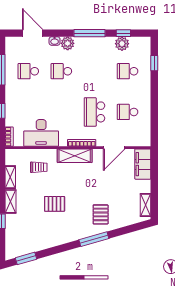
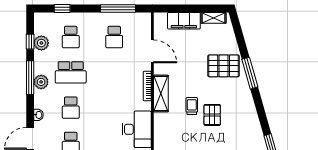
plant: (68, 43) -> (41, 82), moved
school desk: (94, 112) -> (71, 72), moved
window: (154, 116) -> (118, 8), added
filing cabinet: (143, 164) -> (184, 21), moved
trolley: (39, 167) -> (192, 106), moved
pallet: (101, 214) -> (224, 66), width x1.50, depth x1.42

